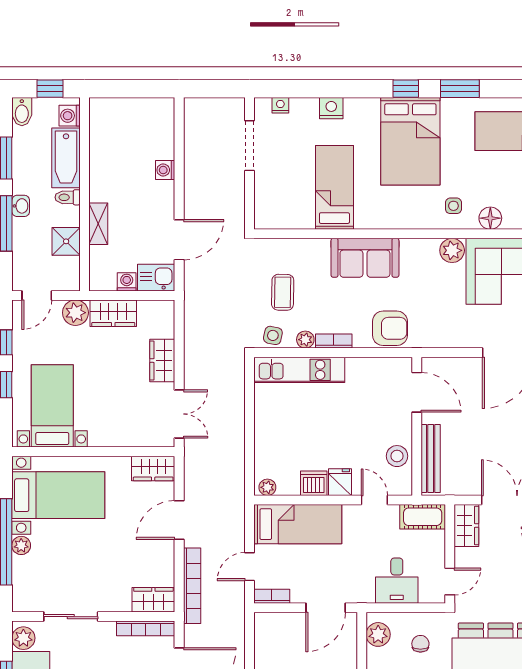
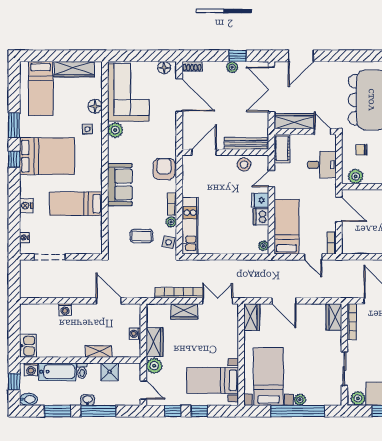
kitchen sink: (156, 278) -> (28, 346), moved, turned 180
wardrobe: (466, 525) -> (294, 121), width x1.50
bookcase: (192, 586) -> (179, 293), moved

